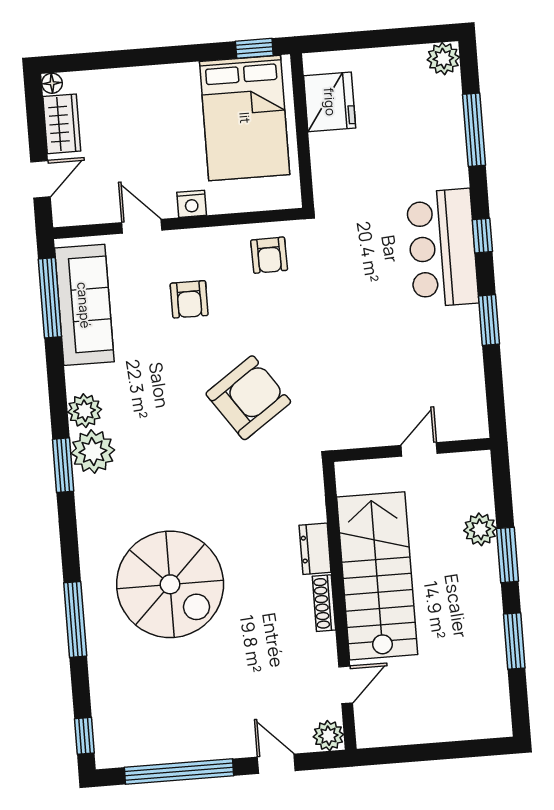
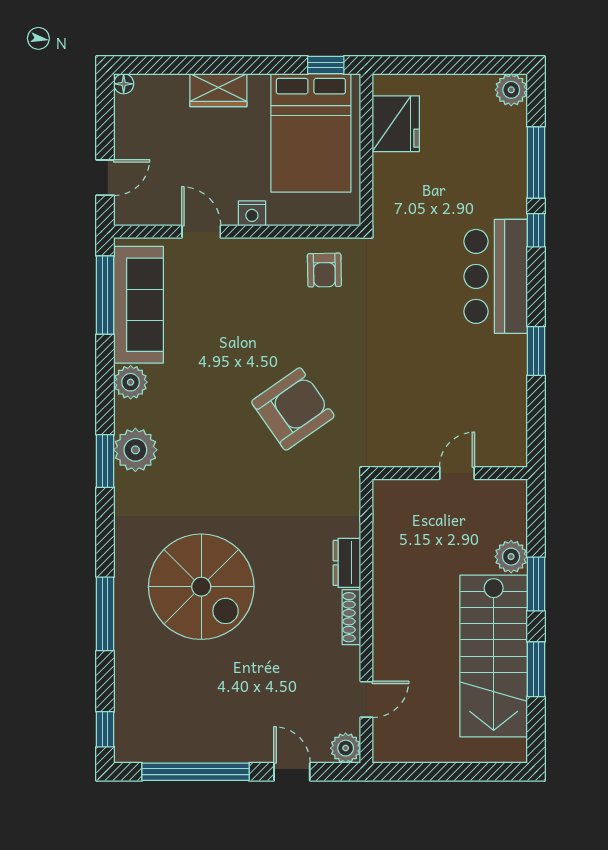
wardrobe: (62, 124) -> (218, 90), moved, turned 90
window: (482, 236) -> (536, 230), moved
armchair: (189, 299) -> (242, 307), removed
plant: (85, 411) -> (131, 382), moved
stairs: (377, 576) -> (494, 656), moved, turned 180

